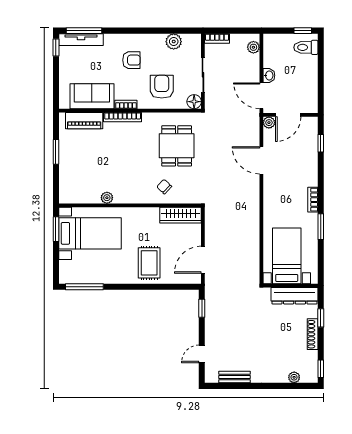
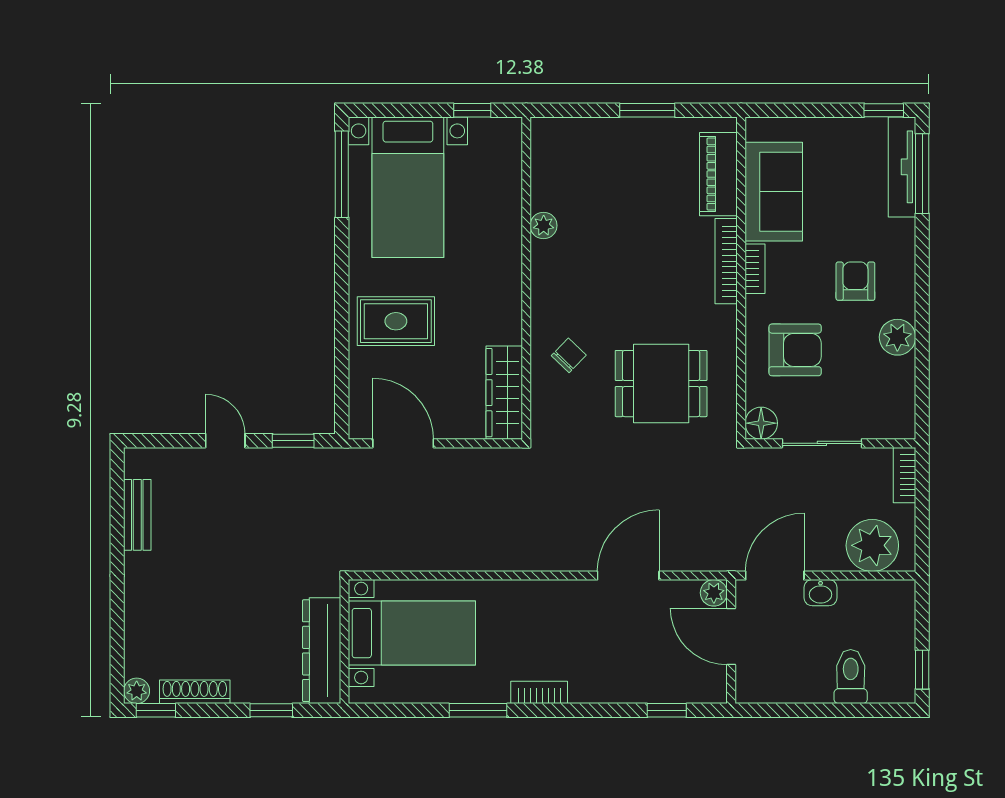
plant: (174, 42) -> (897, 337), moved
plant: (253, 47) -> (872, 545), width x1.87, depth x1.87
toilet: (306, 47) -> (851, 677), moved
armchair: (131, 60) -> (855, 281), turned 180
window: (56, 229) -> (472, 110), width x0.67
bed with nightstands: (90, 233) -> (408, 187), moved
shoe rack: (313, 334) -> (195, 692), moved
door: (202, 354) -> (225, 441), moved
plant: (294, 377) -> (137, 691), moved

